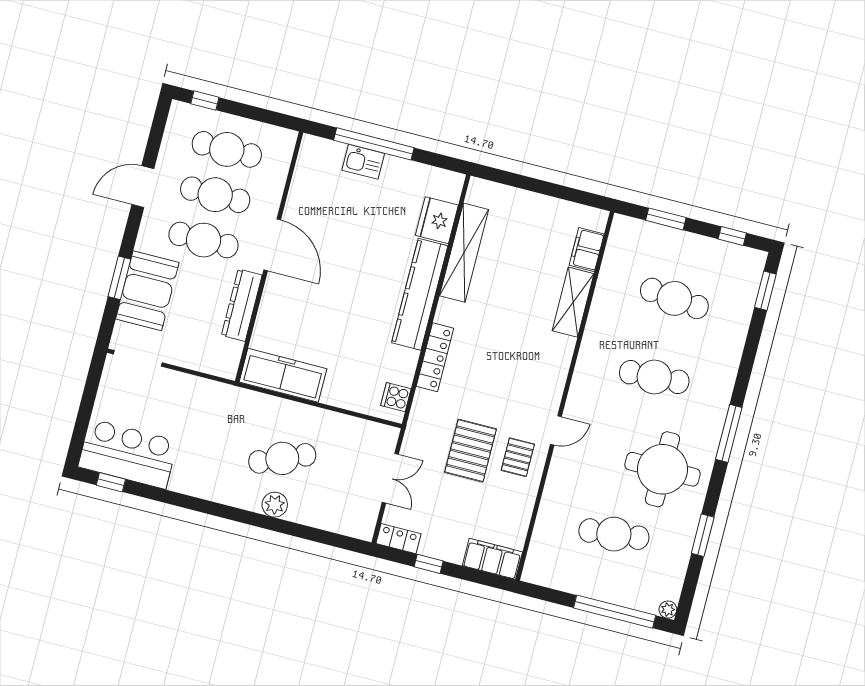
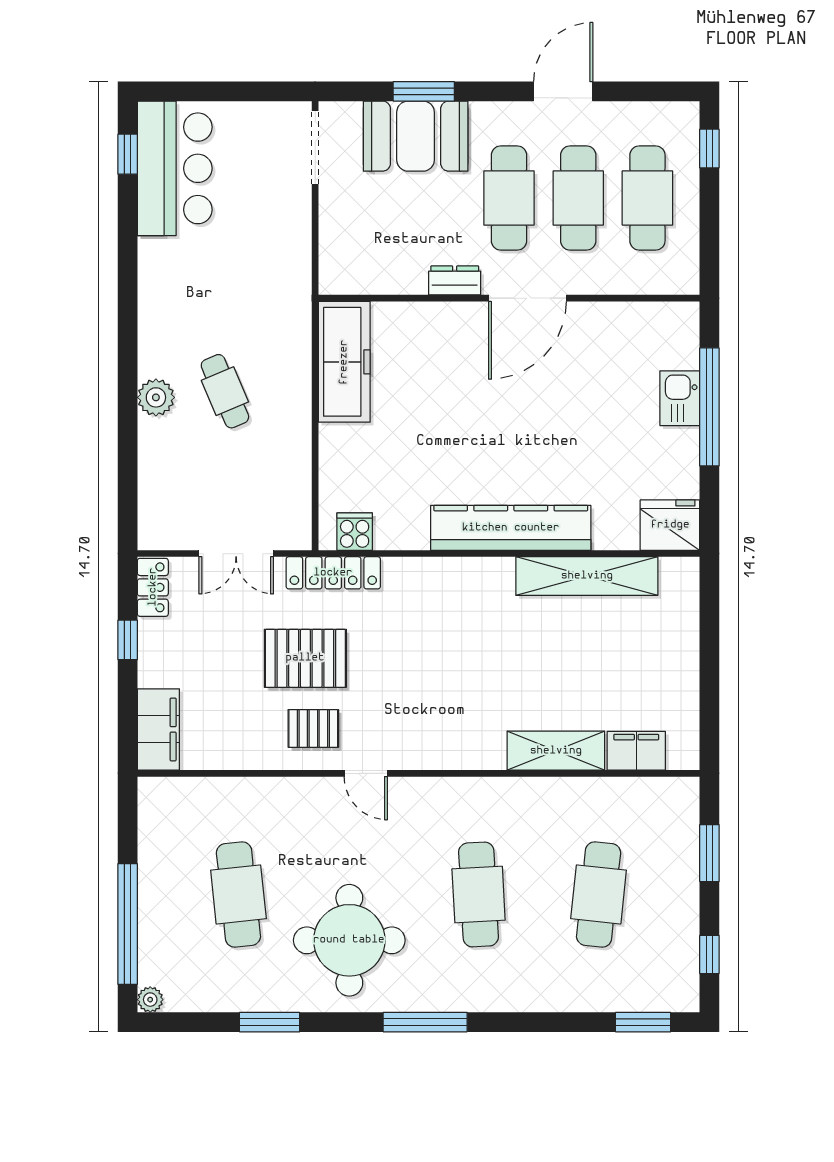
door: (143, 187) -> (563, 91), hinge flipped
fridge: (437, 220) -> (670, 525), moved
dresser: (242, 305) -> (455, 280), width x0.51, depth x0.80
locker: (435, 357) -> (333, 573), moved
cafe table: (282, 458) -> (225, 391), width x0.73, depth x0.74

